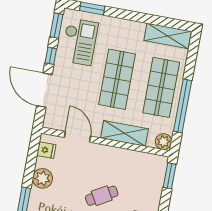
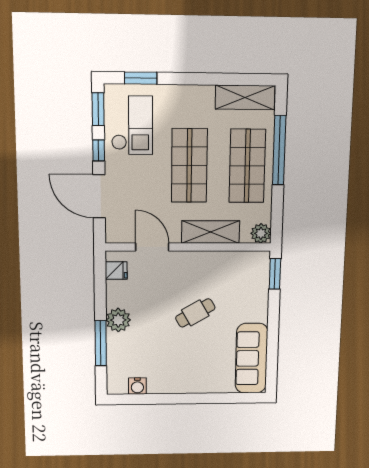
window: (183, 106) -> (279, 150), moved
plant: (42, 178) -> (118, 320), moved

